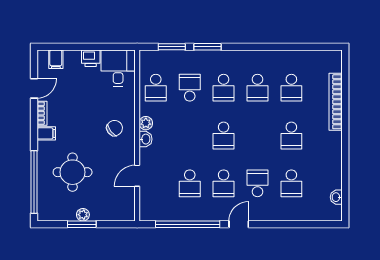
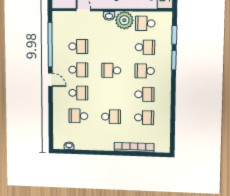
school desk: (257, 88) -> (144, 94), turned 180
school desk: (291, 88) -> (144, 118), turned 180
plant: (146, 123) -> (124, 20), width x1.87, depth x1.87
school desk: (291, 135) -> (111, 117), turned 180
school desk: (190, 183) -> (78, 46), turned 180
school desk: (224, 183) -> (78, 70), turned 180

